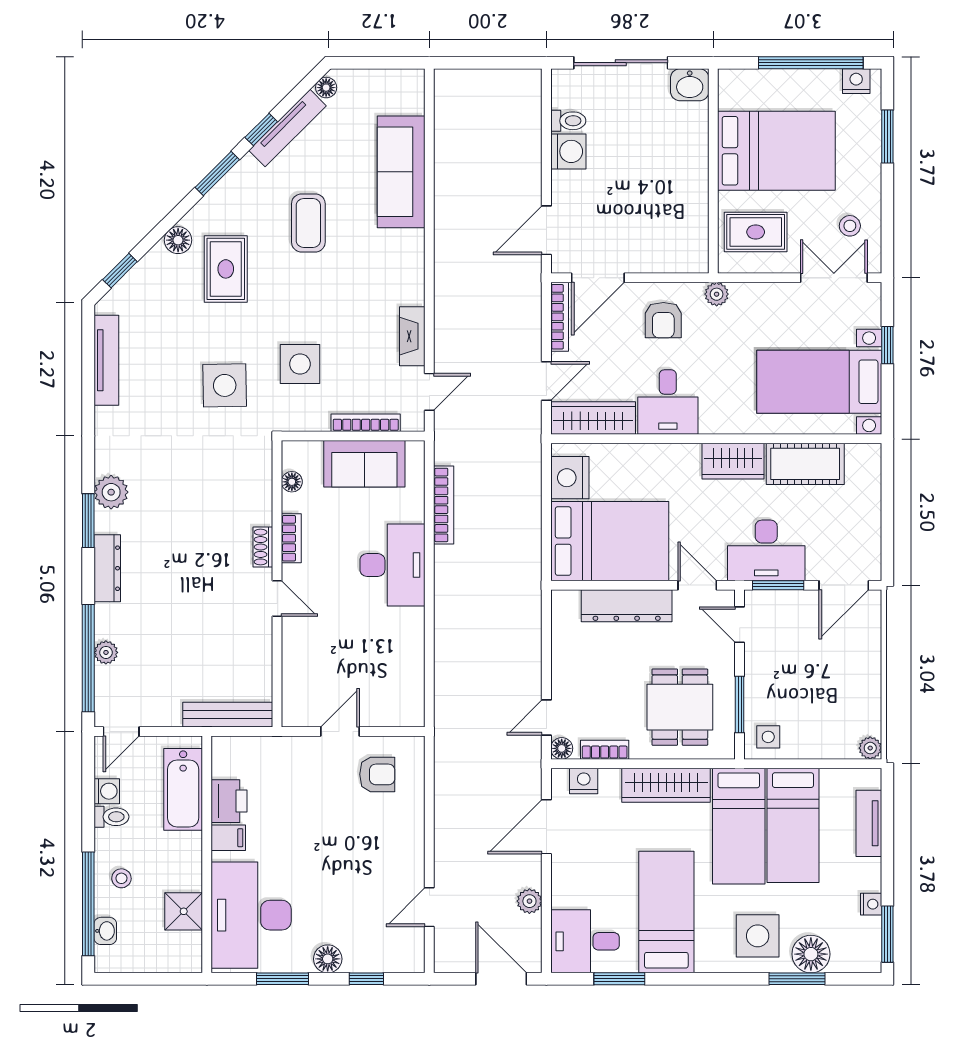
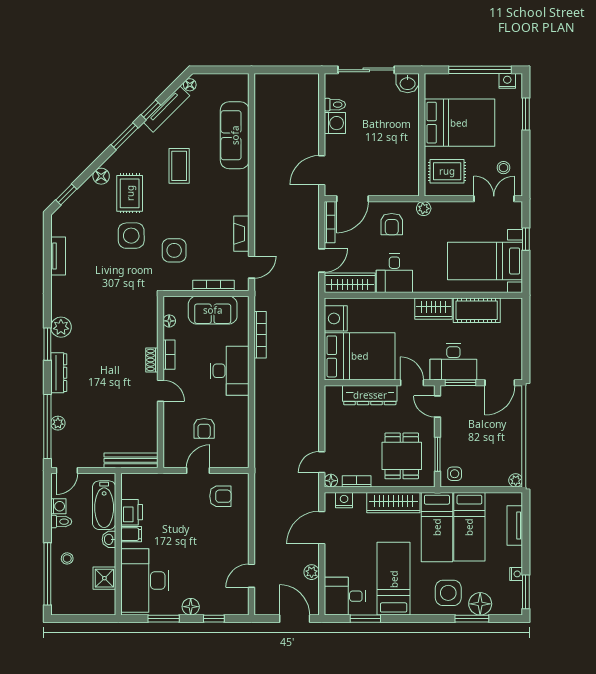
tv unit: (106, 360) -> (58, 256), width x0.71
side table: (225, 385) -> (131, 236), moved
armchair: (350, 661) -> (204, 428), added
washbasin: (105, 931) -> (109, 539), moved, turned 180

